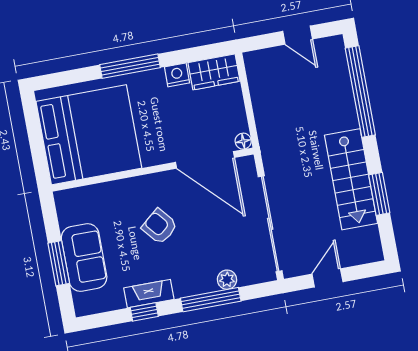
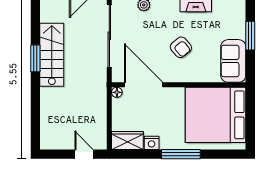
door: (298, 35) -> (84, 154), moved
window: (360, 91) -> (35, 110), removed
window: (379, 194) -> (35, 58), moved
sofa: (84, 258) -> (233, 61), moved

